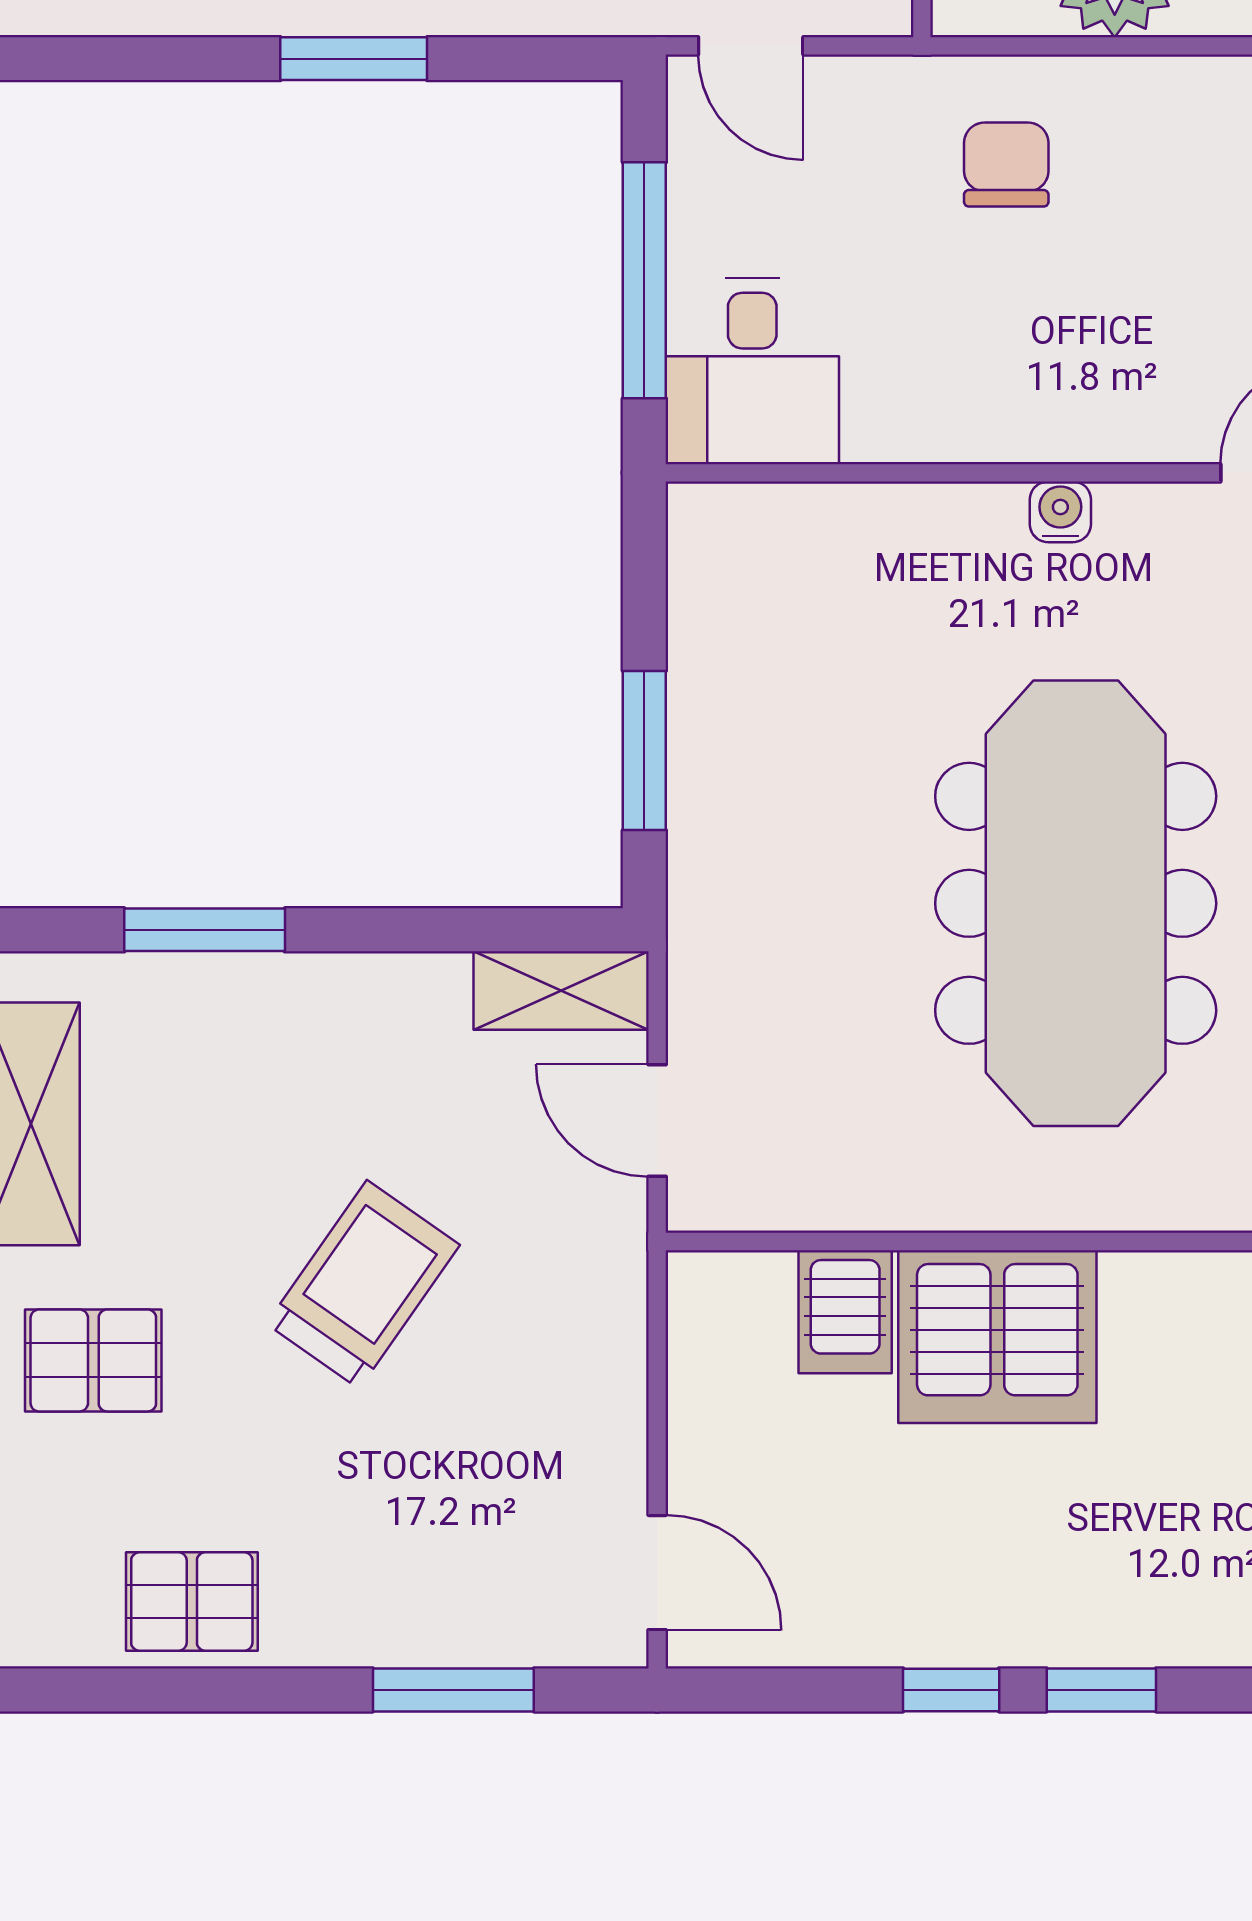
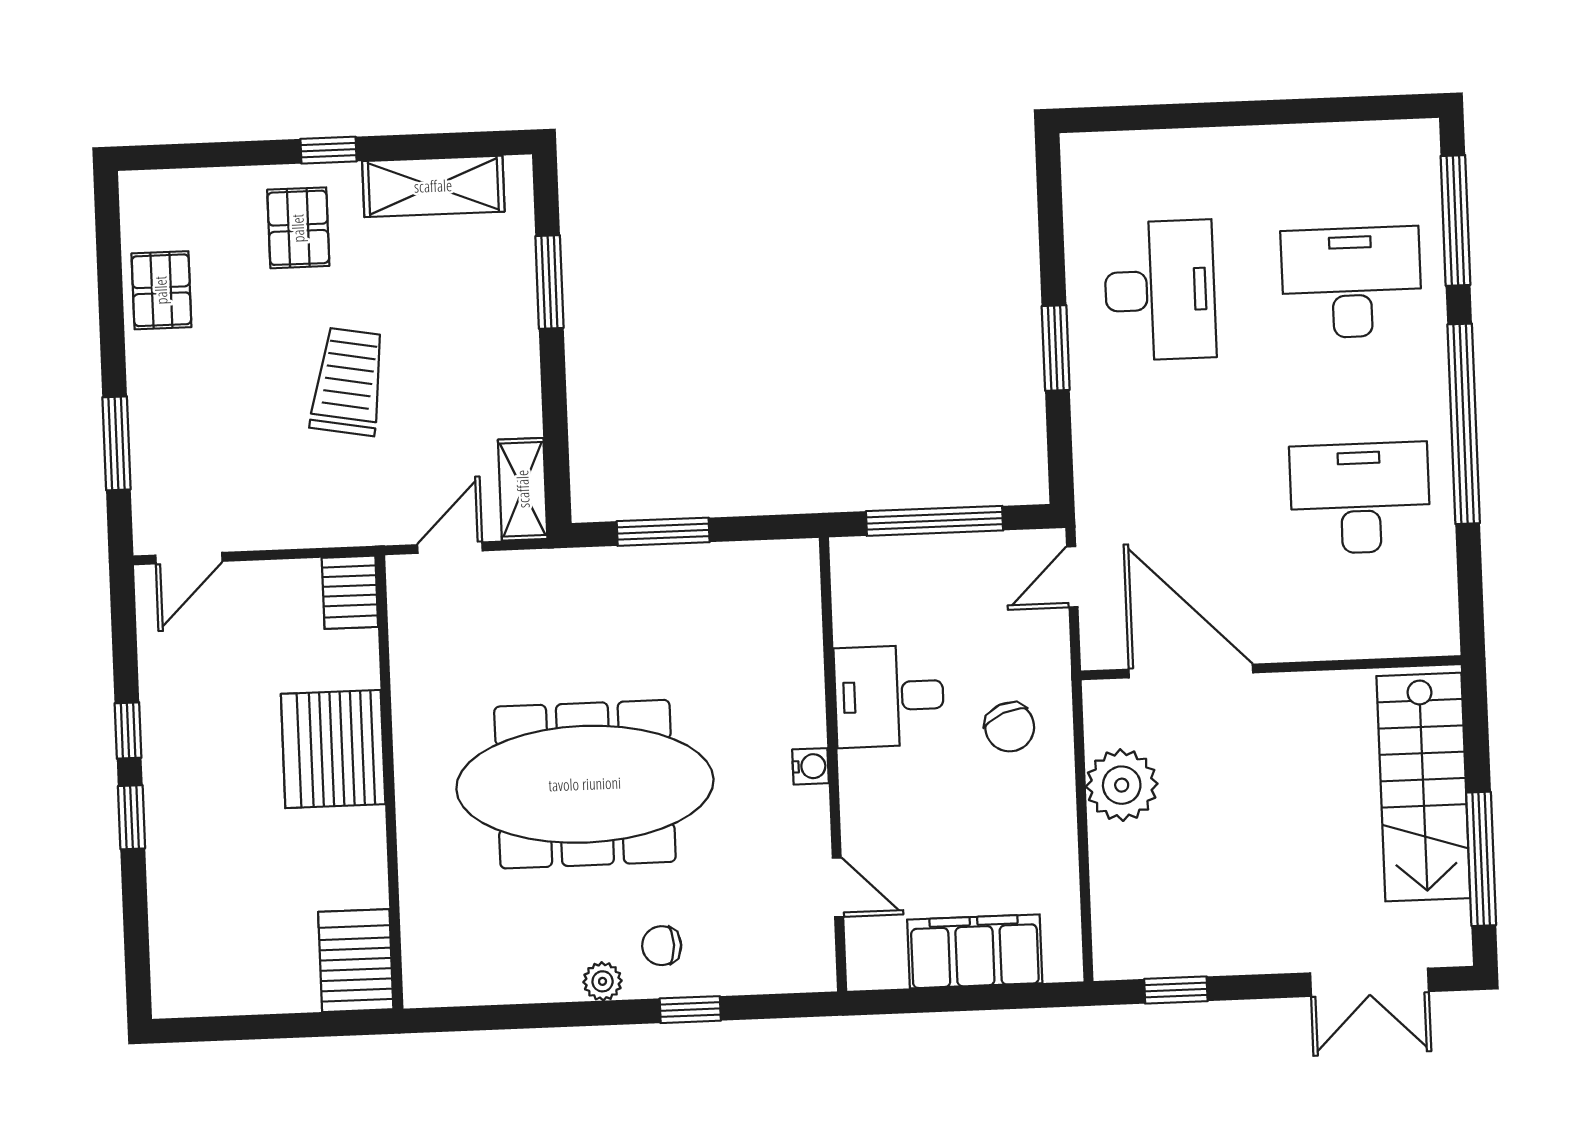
chair: (1006, 165) -> (1010, 727), turned 68
desk: (752, 371) -> (889, 696), moved
trolley: (363, 1284) -> (348, 382), turned -115
server rack: (845, 1312) -> (350, 592), moved, turned -90

